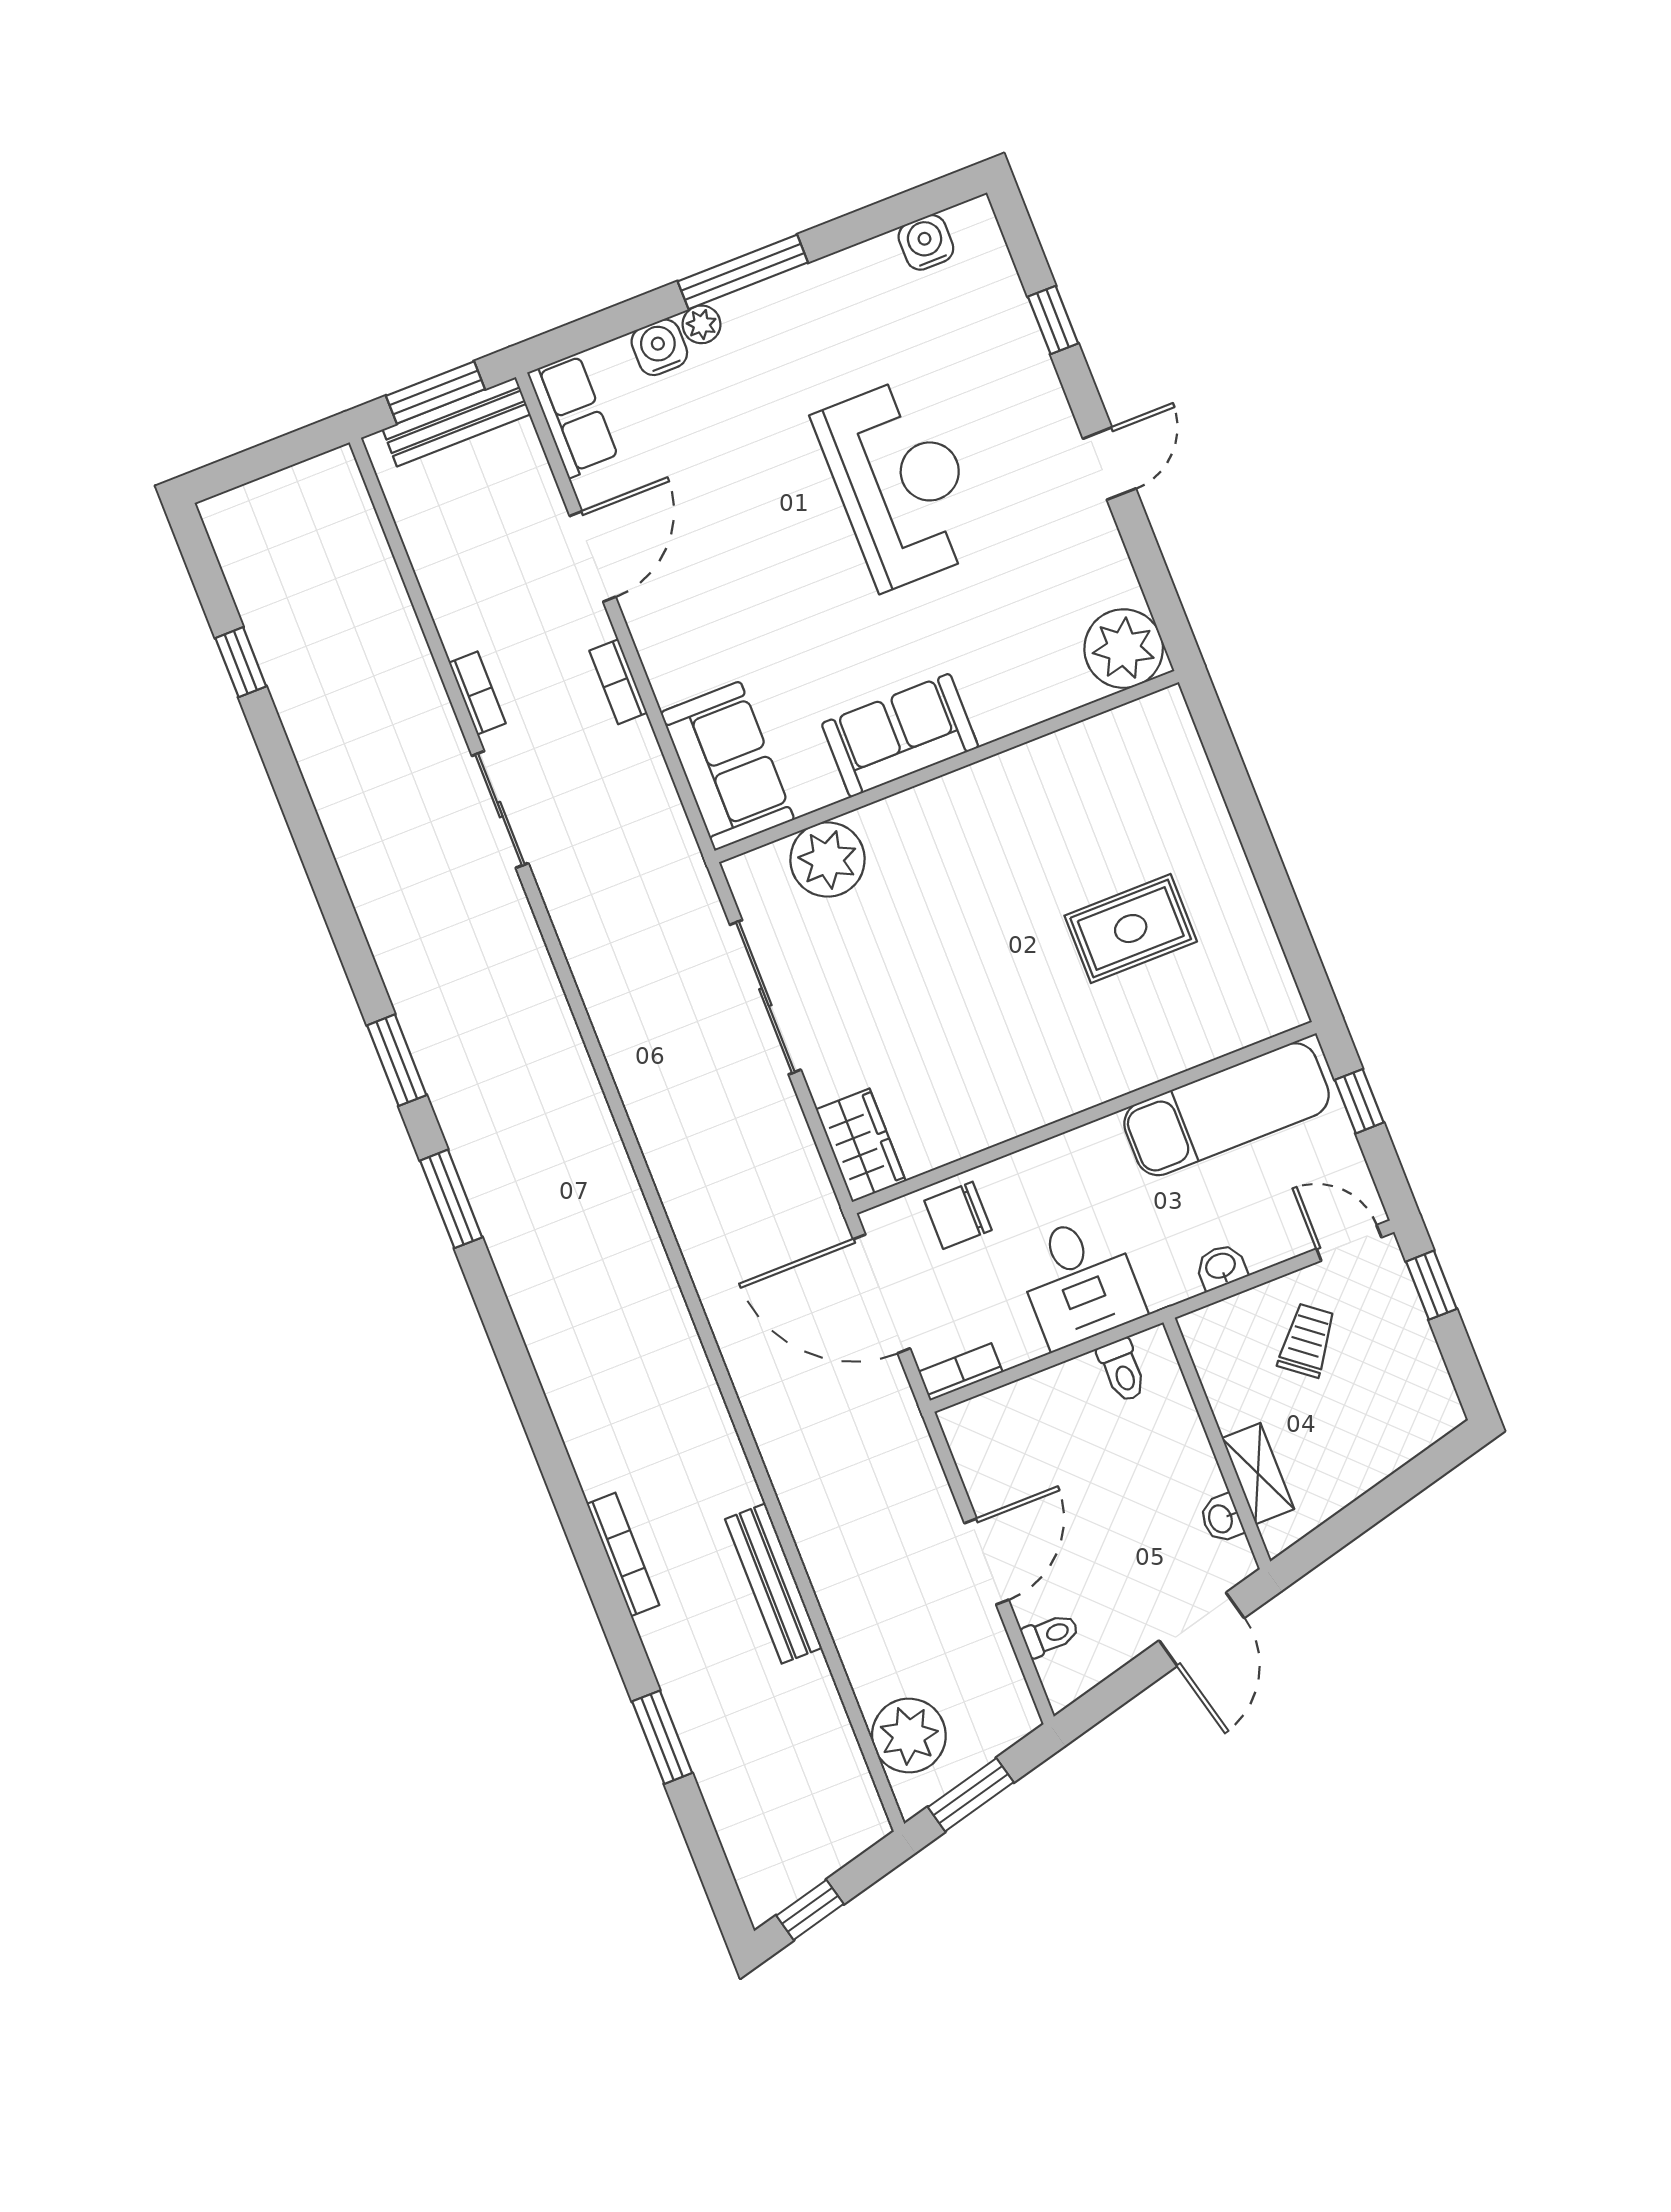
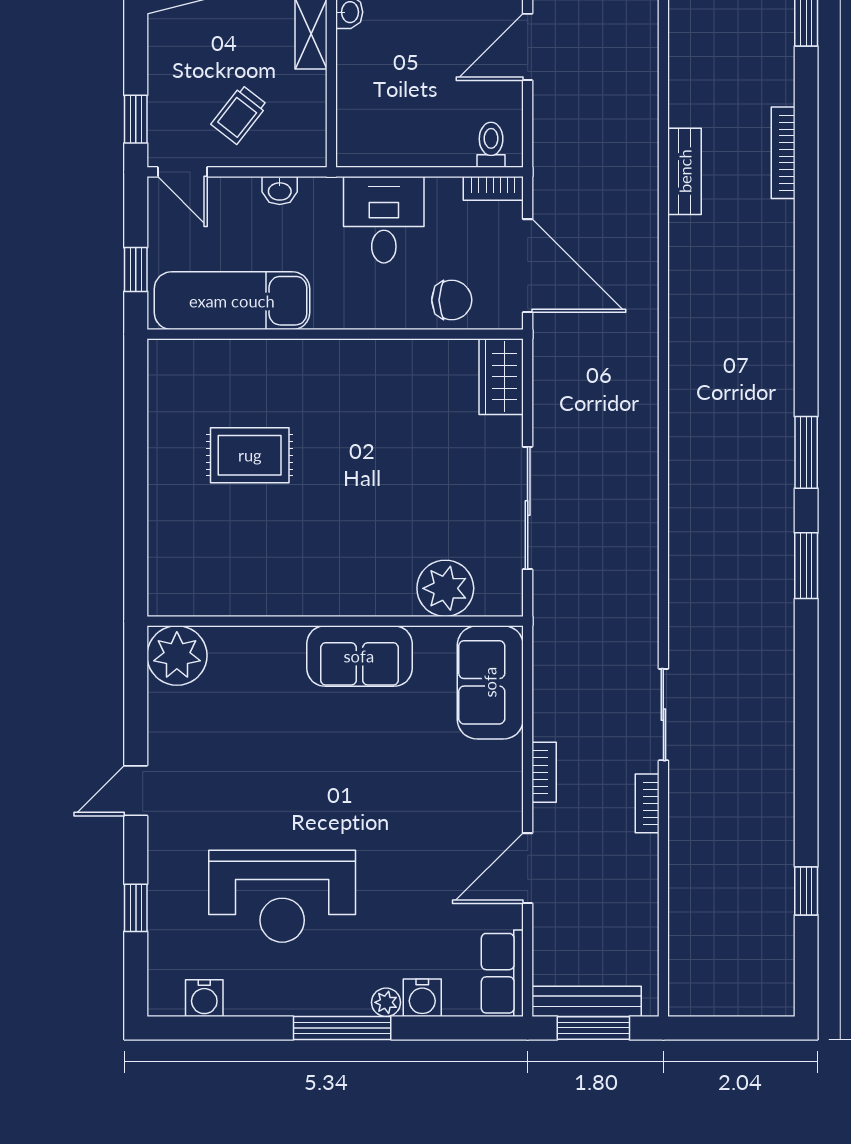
reception desk: (900, 483) -> (282, 896), moved, turned -90
toilet: (1122, 1370) -> (491, 145), moved
bench: (774, 1583) -> (685, 171), moved, width x0.73

